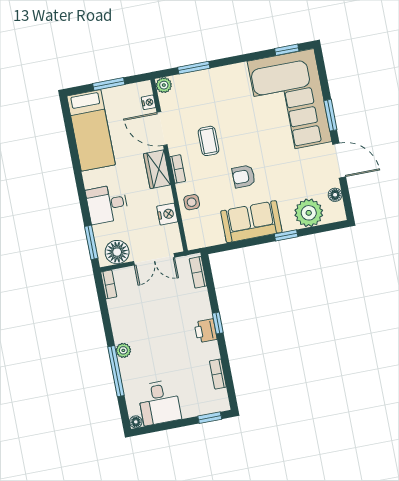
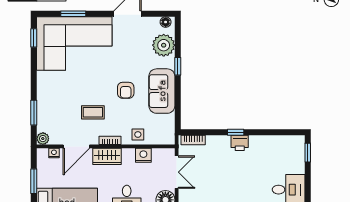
window: (330, 115) -> (73, 14), moved
floor lamp: (335, 195) -> (166, 22), moved
bookcase: (218, 374) -> (275, 140), removed

